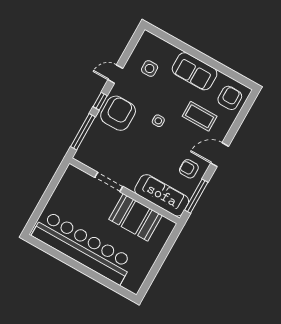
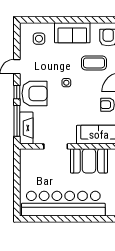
side table: (150, 69) -> (39, 39), moved
armchair: (118, 113) -> (35, 93), turned 90
fireplace: (89, 145) -> (26, 128), added

